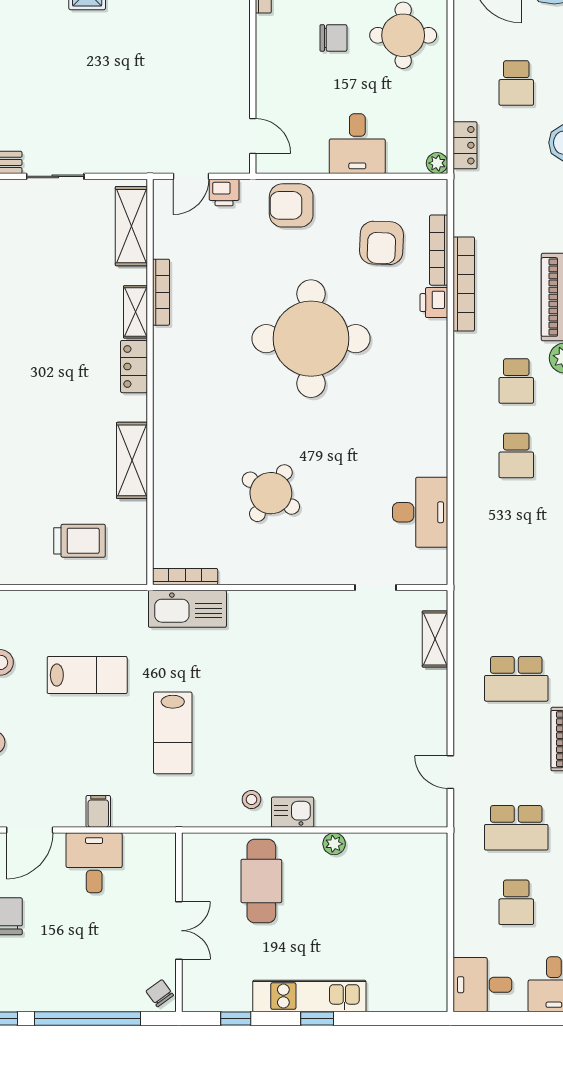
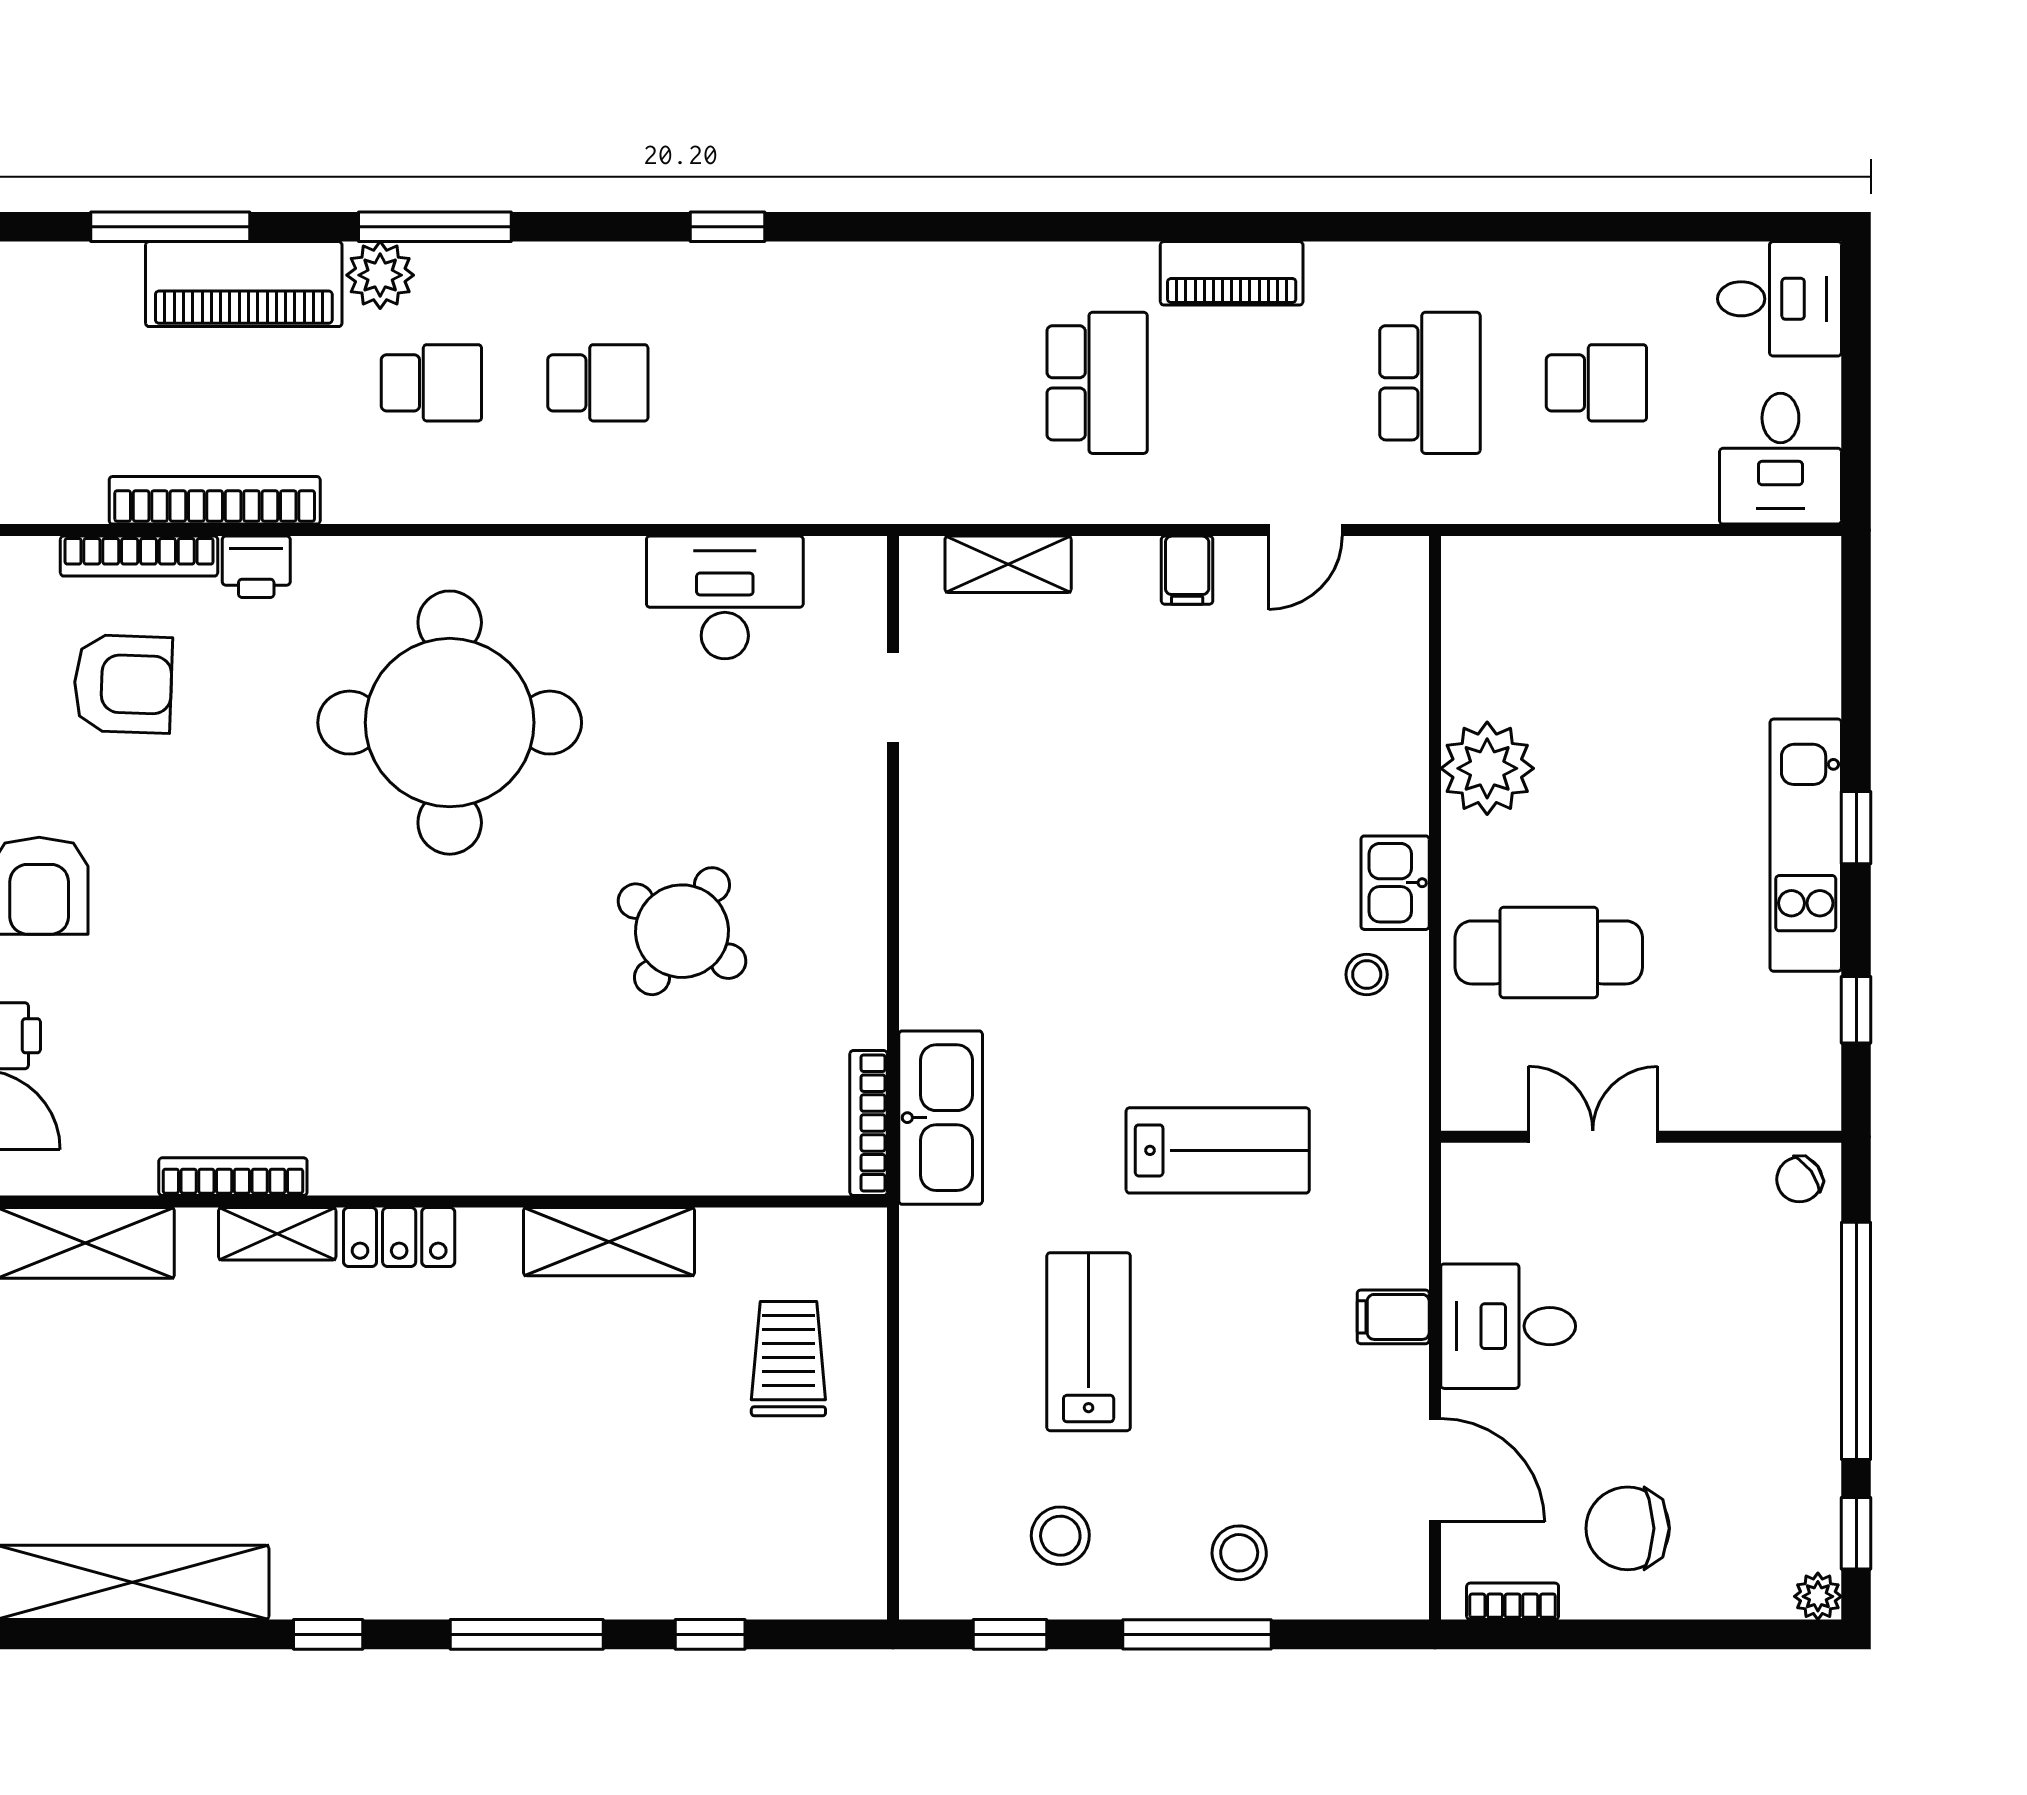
round table: (311, 339) -> (450, 723), moved
filing cabinet: (432, 719) -> (1187, 570), added
plant: (334, 844) -> (1487, 768), width x1.88, depth x1.88
double door: (179, 931) -> (1593, 1137), moved

